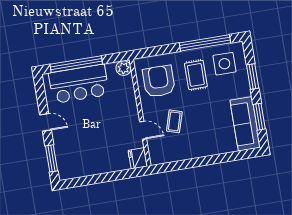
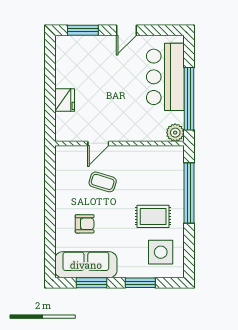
window: (205, 43) -> (189, 193), moved
window: (76, 64) -> (189, 99), moved
armchair: (159, 81) -> (85, 224), moved, width x0.53, depth x0.53
fridge: (138, 158) -> (65, 100), moved, turned 90

